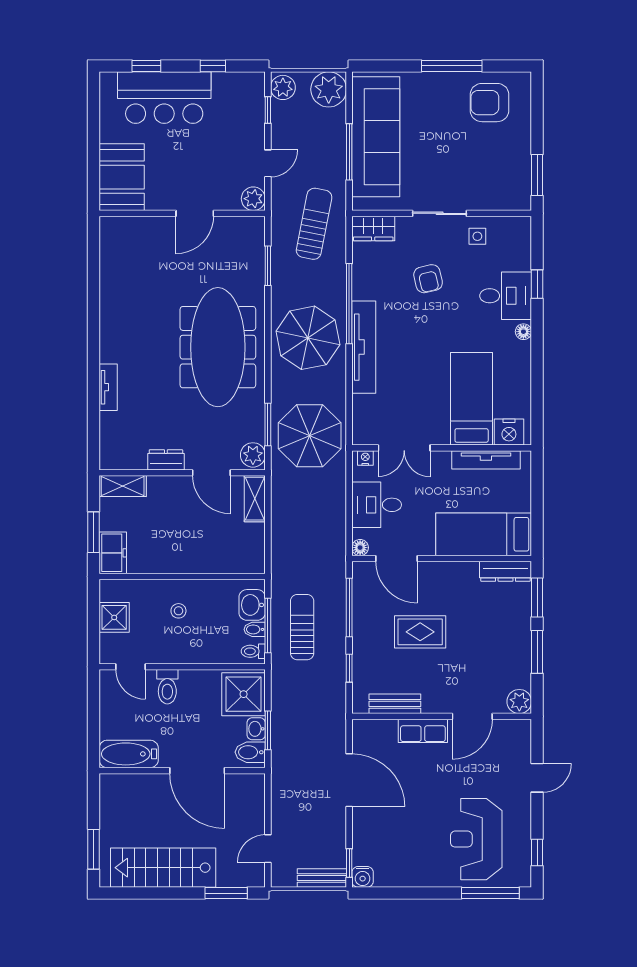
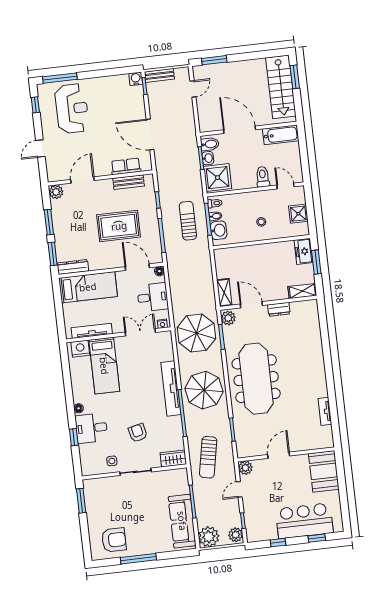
sofa: (376, 137) -> (182, 521), width x0.74, depth x0.79
tv unit: (108, 387) -> (325, 411), moved
sun lounger: (302, 627) -> (188, 221), turned 180
rug: (420, 632) -> (119, 226), width x1.36, depth x1.43
row of seats: (423, 731) -> (126, 166), moved
stairs: (163, 868) -> (281, 87), moved, turned 90

